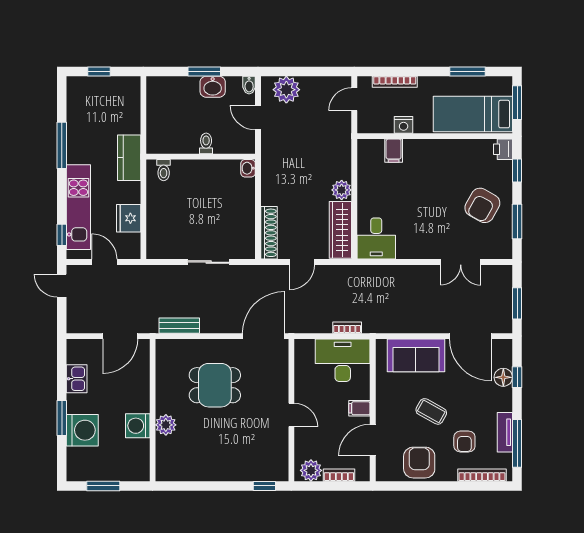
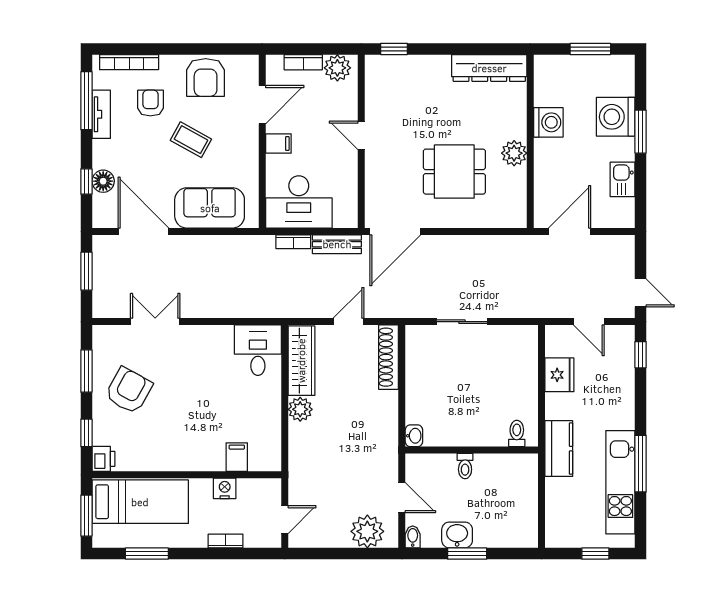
bookcase: (395, 82) -> (226, 541), width x0.64
kitchen unit: (78, 207) -> (620, 482), moved
bench: (179, 326) -> (337, 244), moved
plant: (166, 425) -> (514, 153), moved
dresser: (186, 470) -> (489, 68), added

